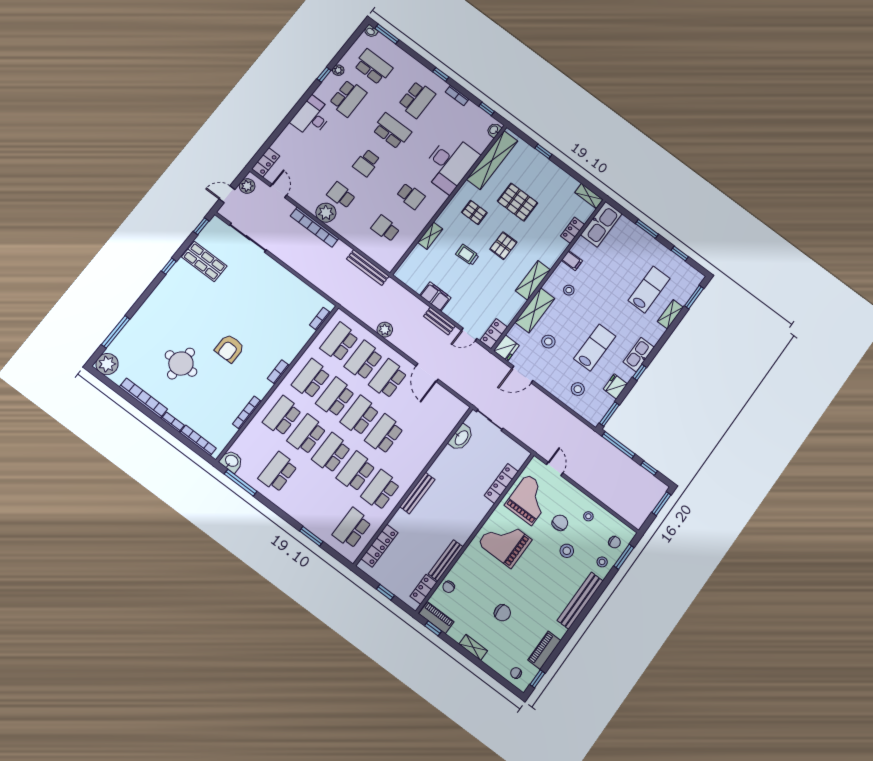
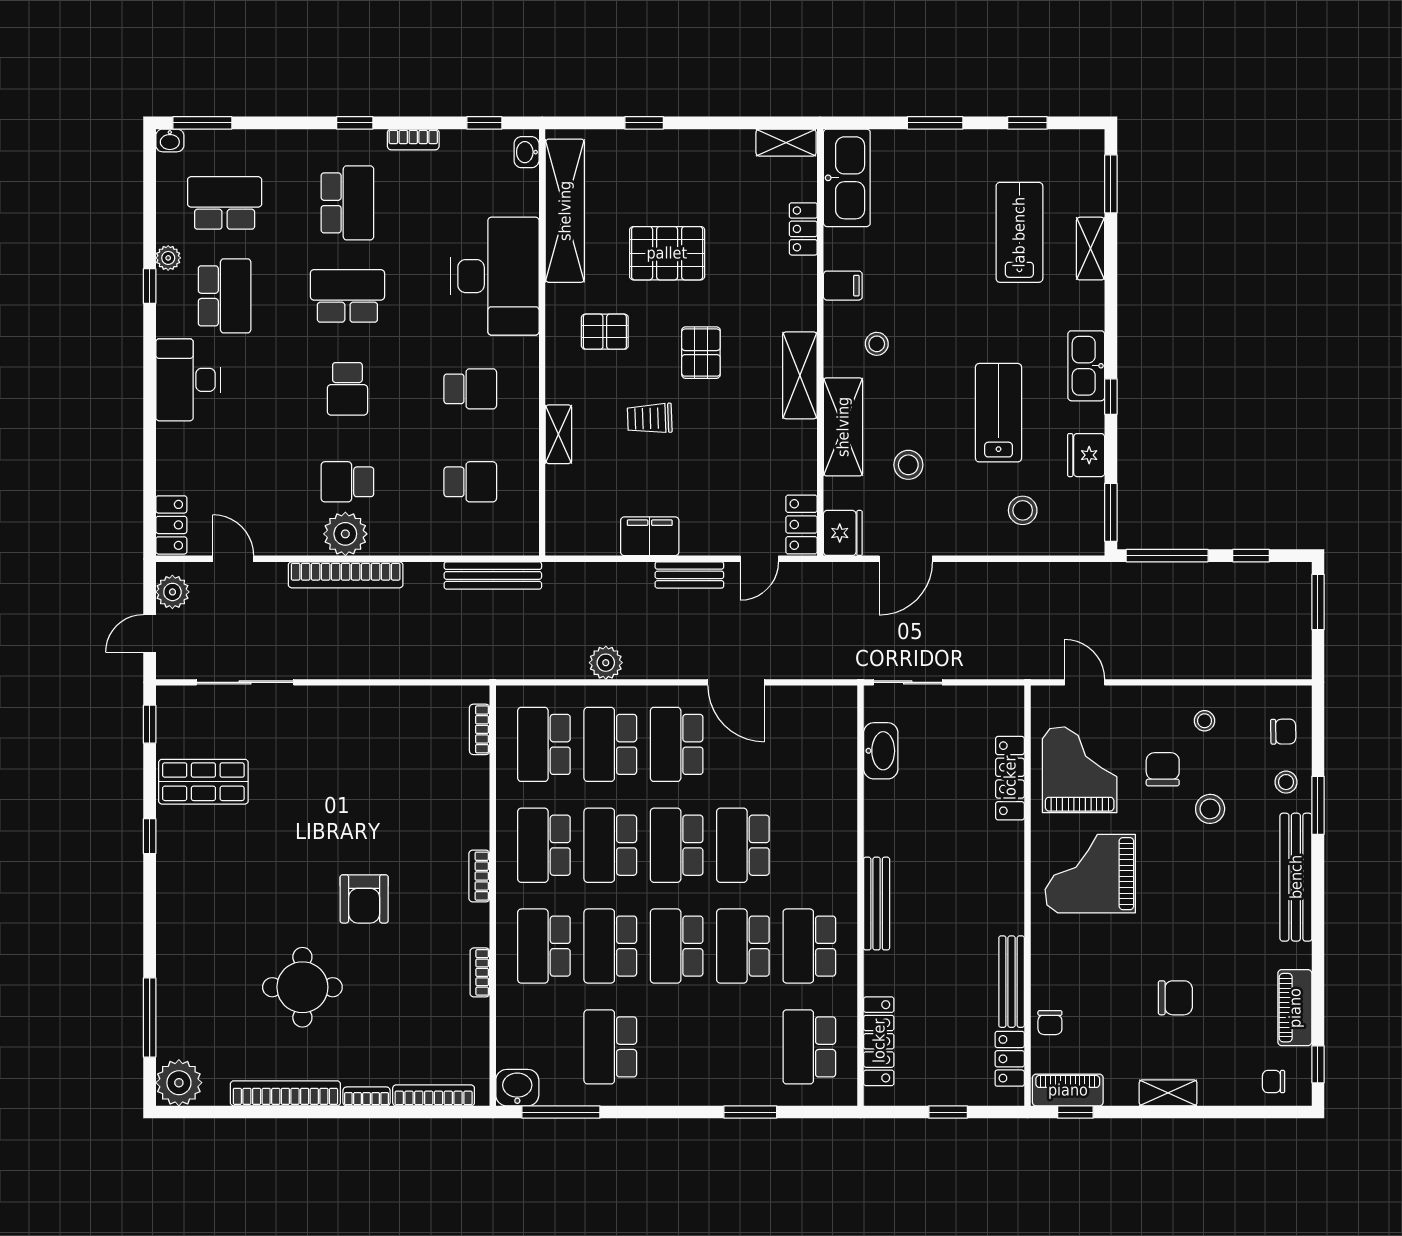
school desk: (385, 228) -> (470, 482), turned 180
bookcase: (247, 413) -> (480, 972), width x0.64
window: (624, 557) -> (1318, 805), moved

